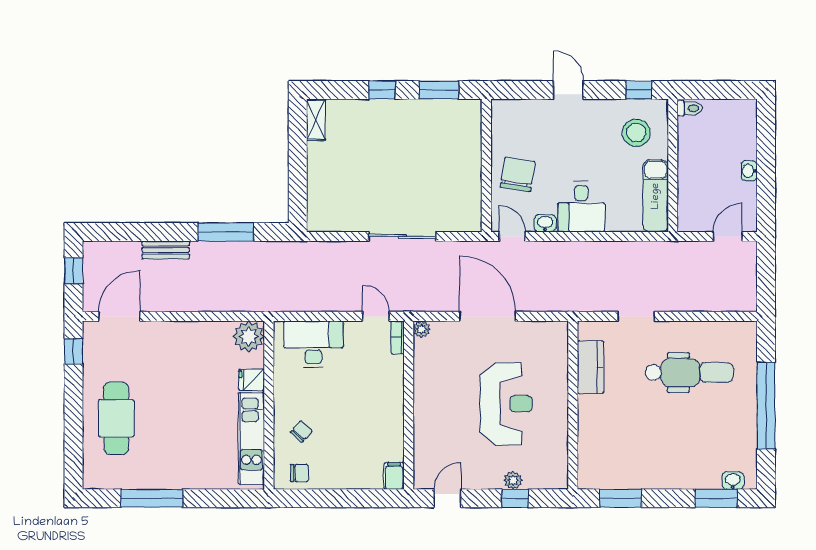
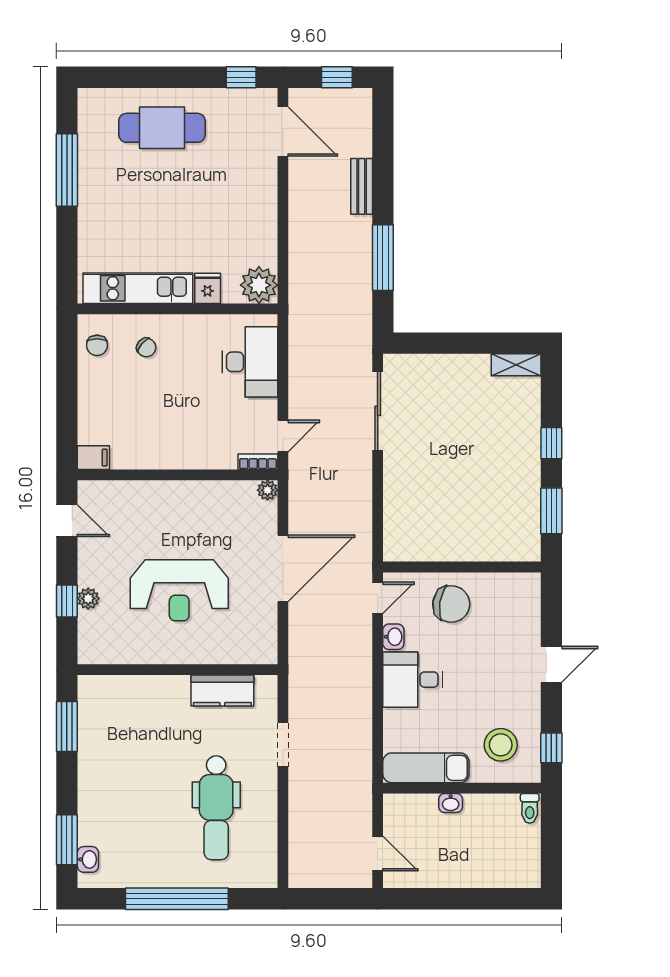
washbasin: (749, 171) -> (451, 803), moved, turned 180
sliding door: (402, 236) -> (378, 411), moved

